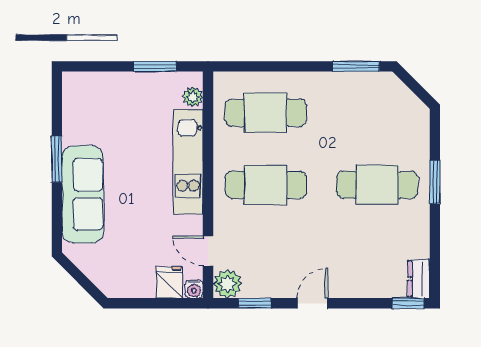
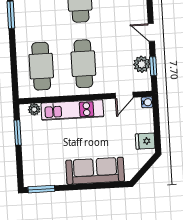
window: (57, 159) -> (41, 189), moved
fridge: (169, 282) -> (145, 141), moved
plant: (227, 284) -> (142, 64), moved

